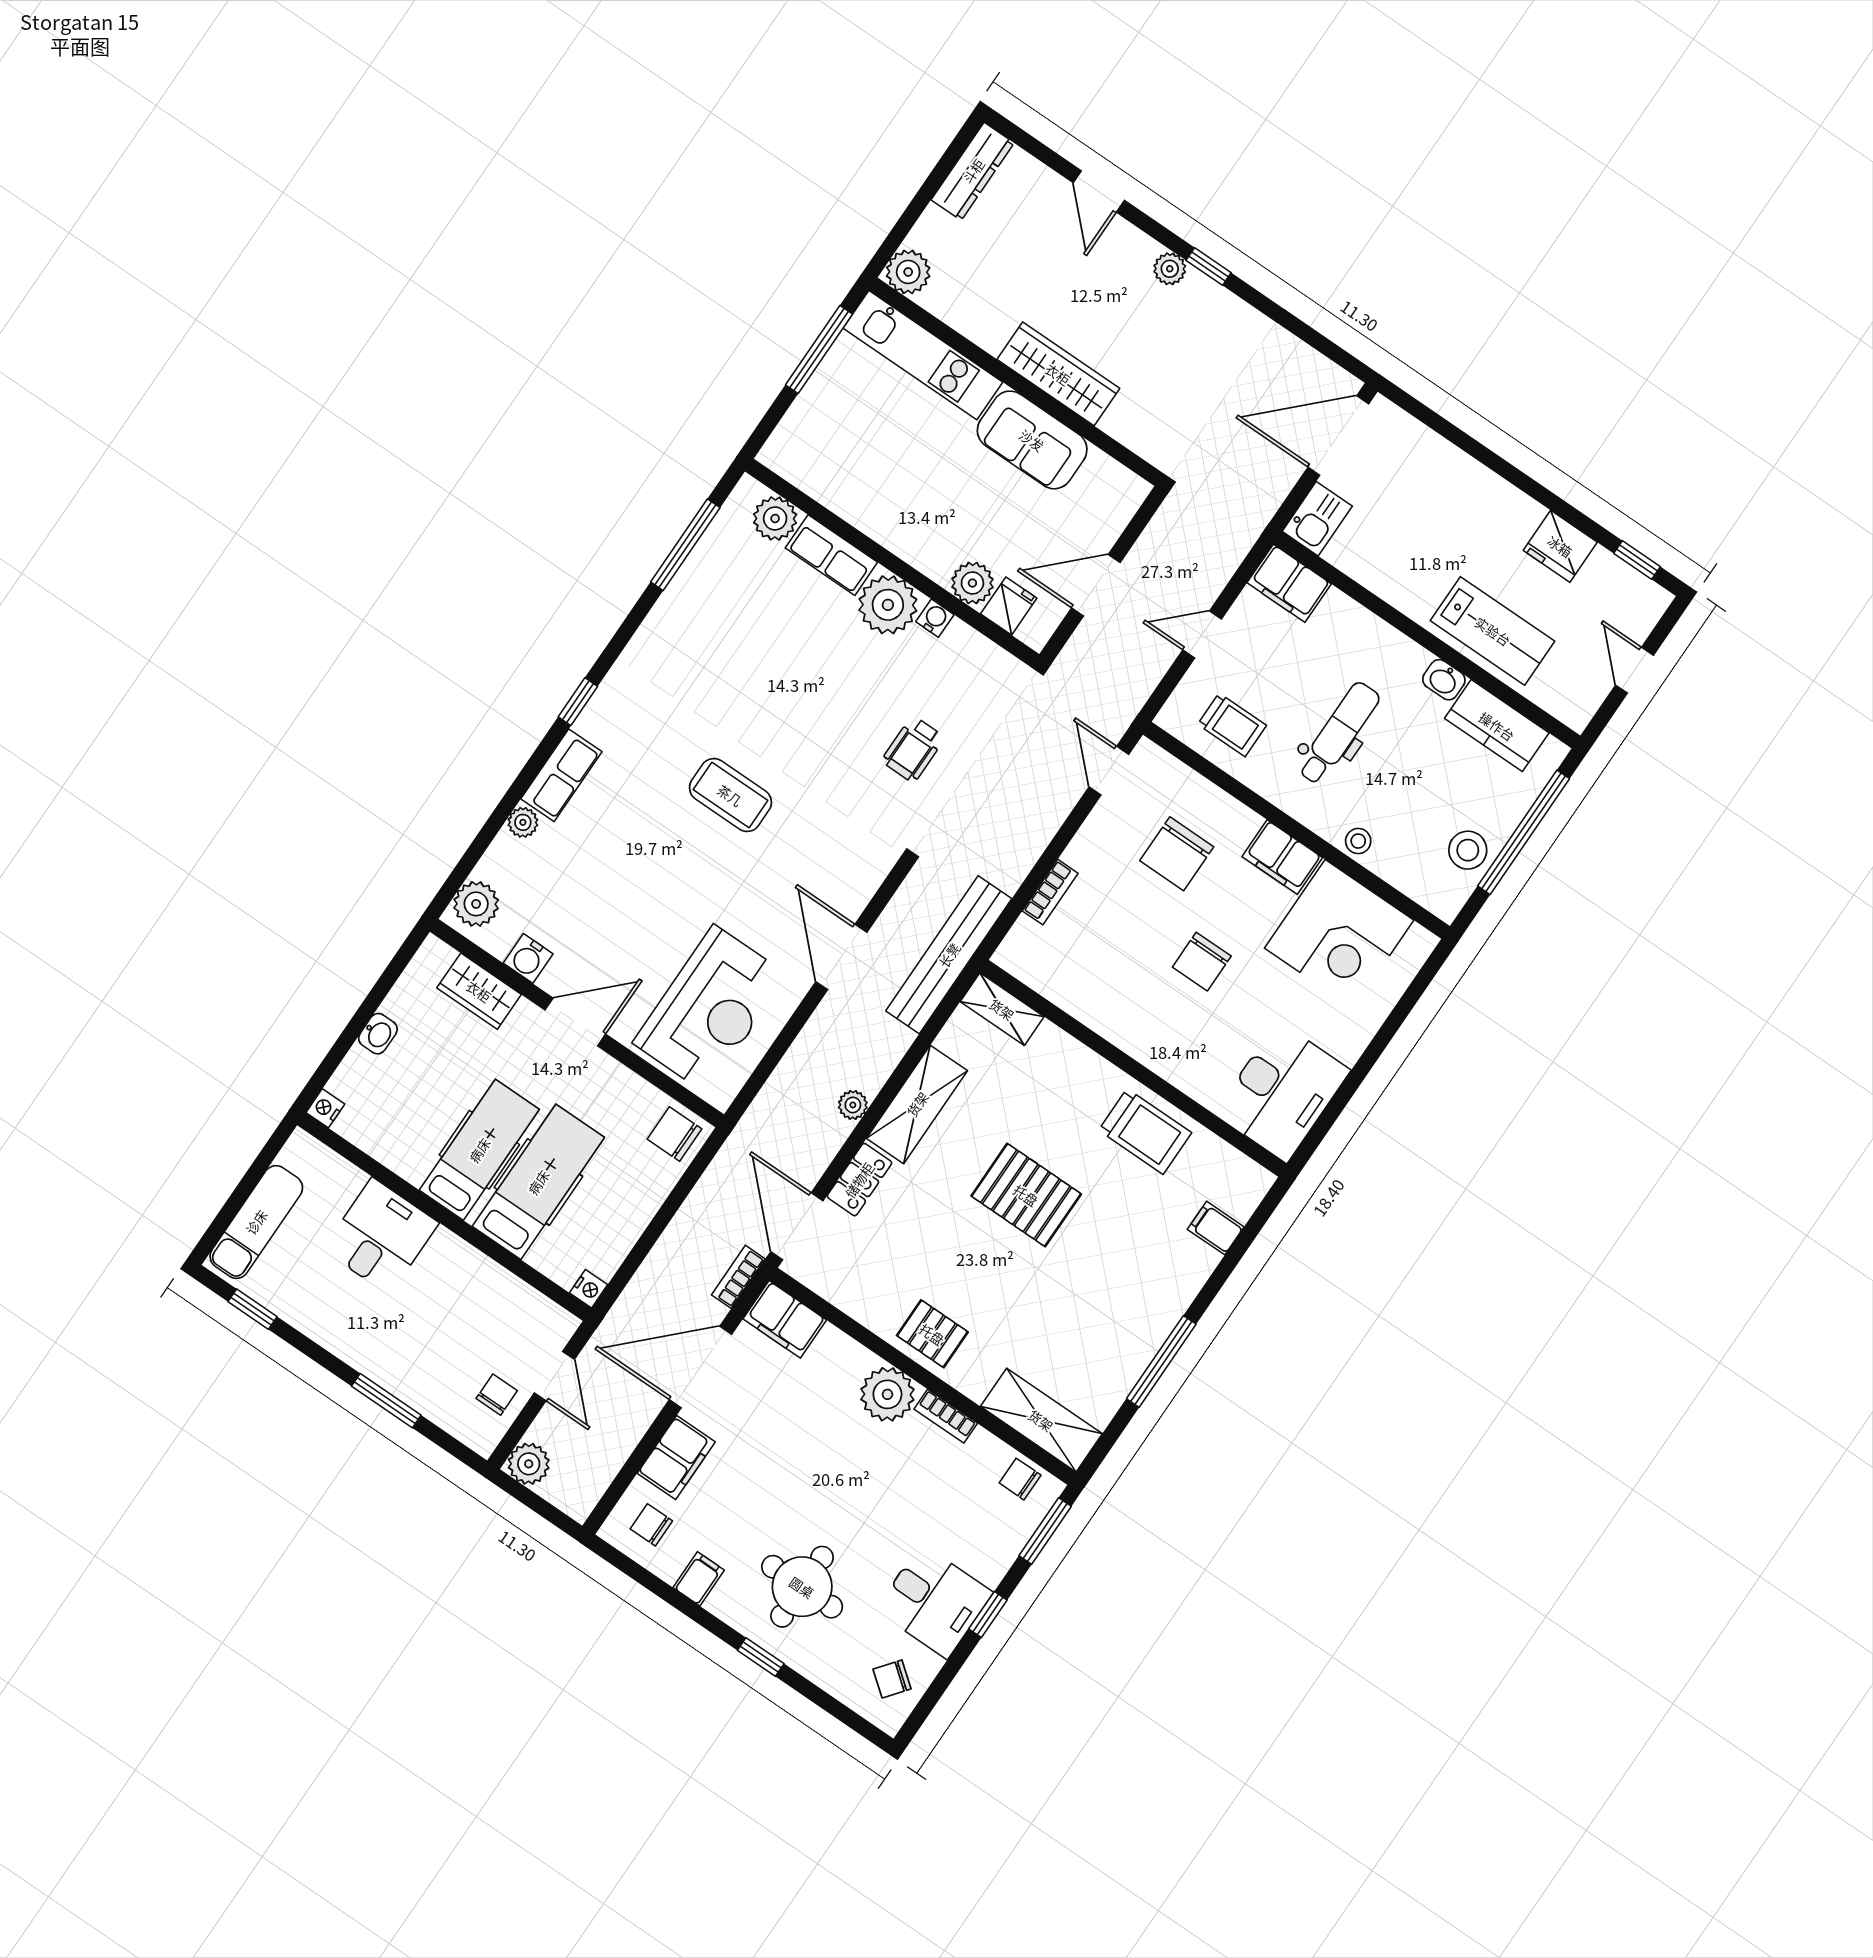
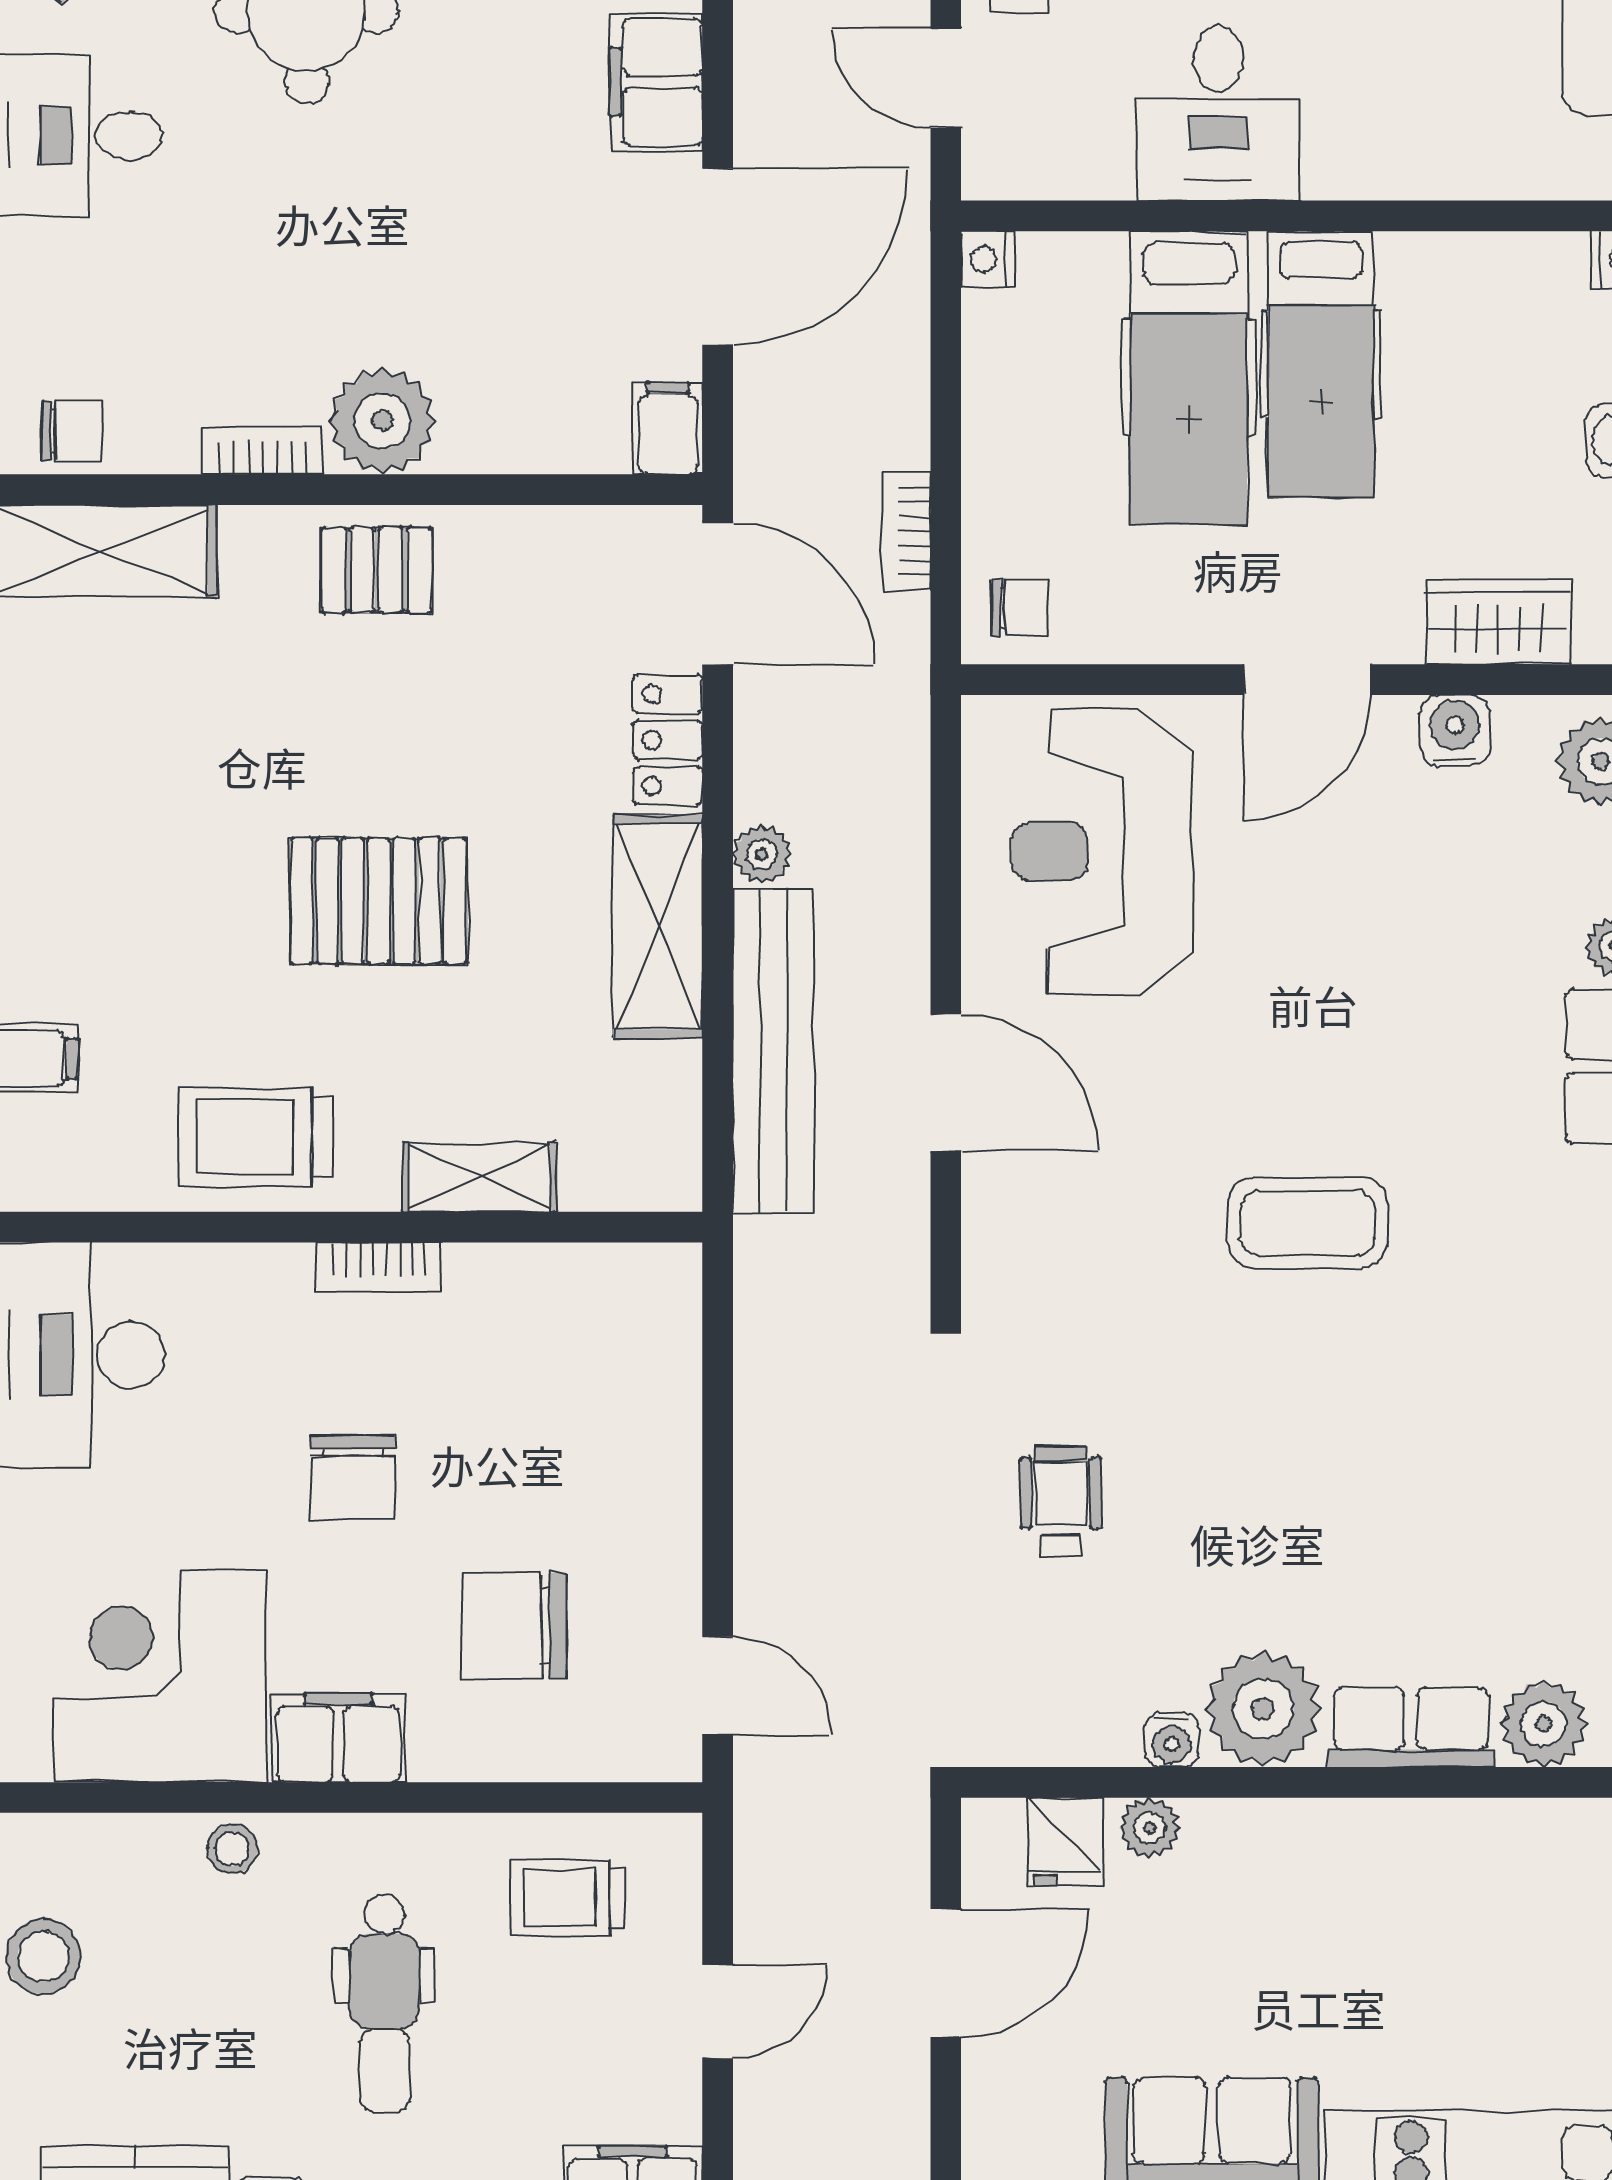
plant: (972, 583) -> (1150, 1828), width x0.73, depth x0.73
chair: (1177, 854) -> (514, 1626), turned -90
bookcase: (1050, 892) -> (379, 1267), moved, turned -90
bench: (949, 955) -> (773, 1051), moved
chair: (1202, 962) -> (353, 1478), turned 180
shelving: (1002, 1009) -> (479, 1177), moved
chair: (675, 1134) -> (1020, 608), width x0.73, depth x0.73
desk: (381, 1236) -> (1219, 113), moved
bookcase: (738, 1277) -> (907, 531), moved, turned 180
filing cabinet: (785, 1319) -> (668, 428), width x0.50

